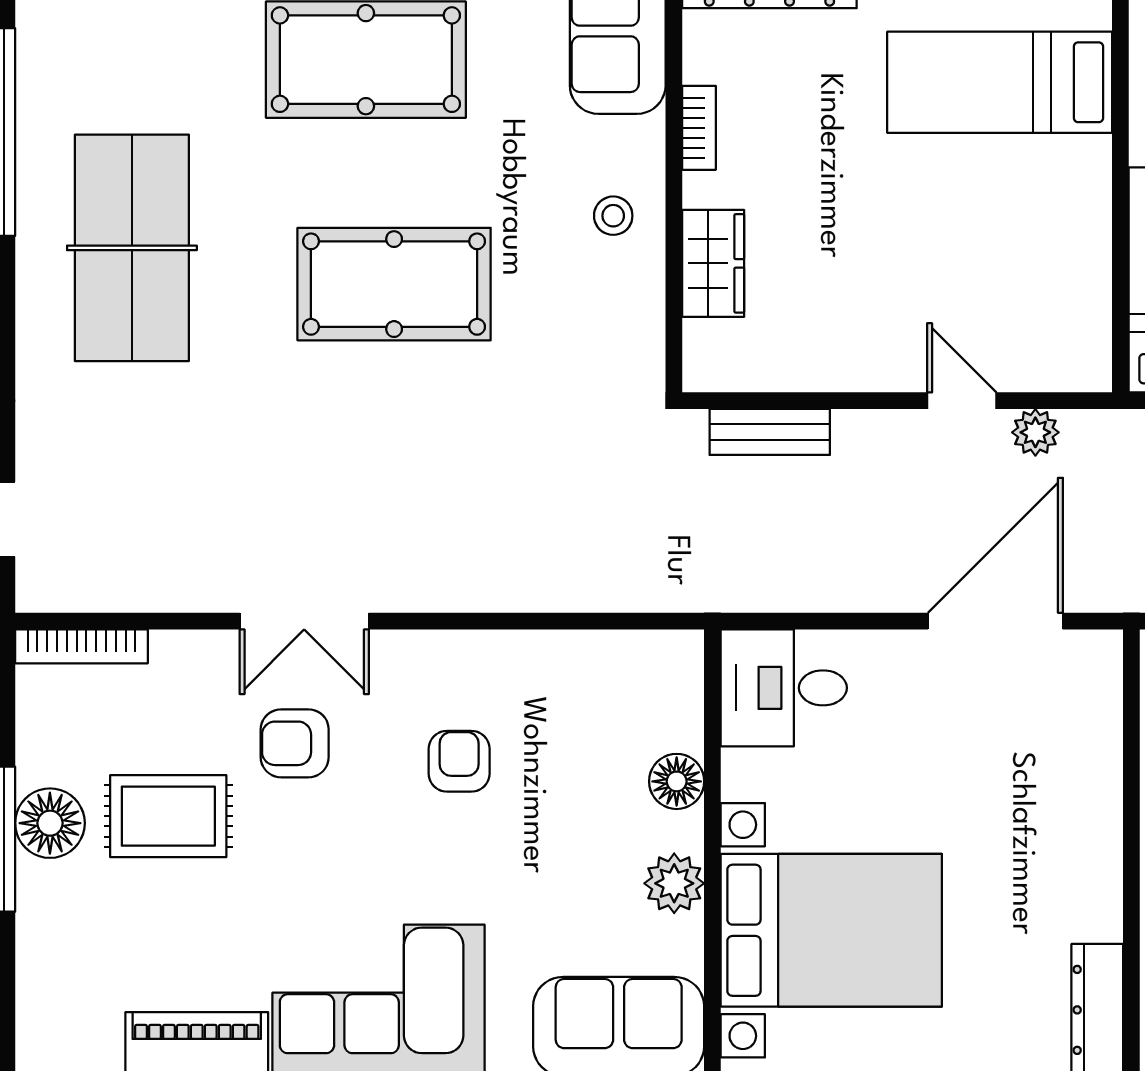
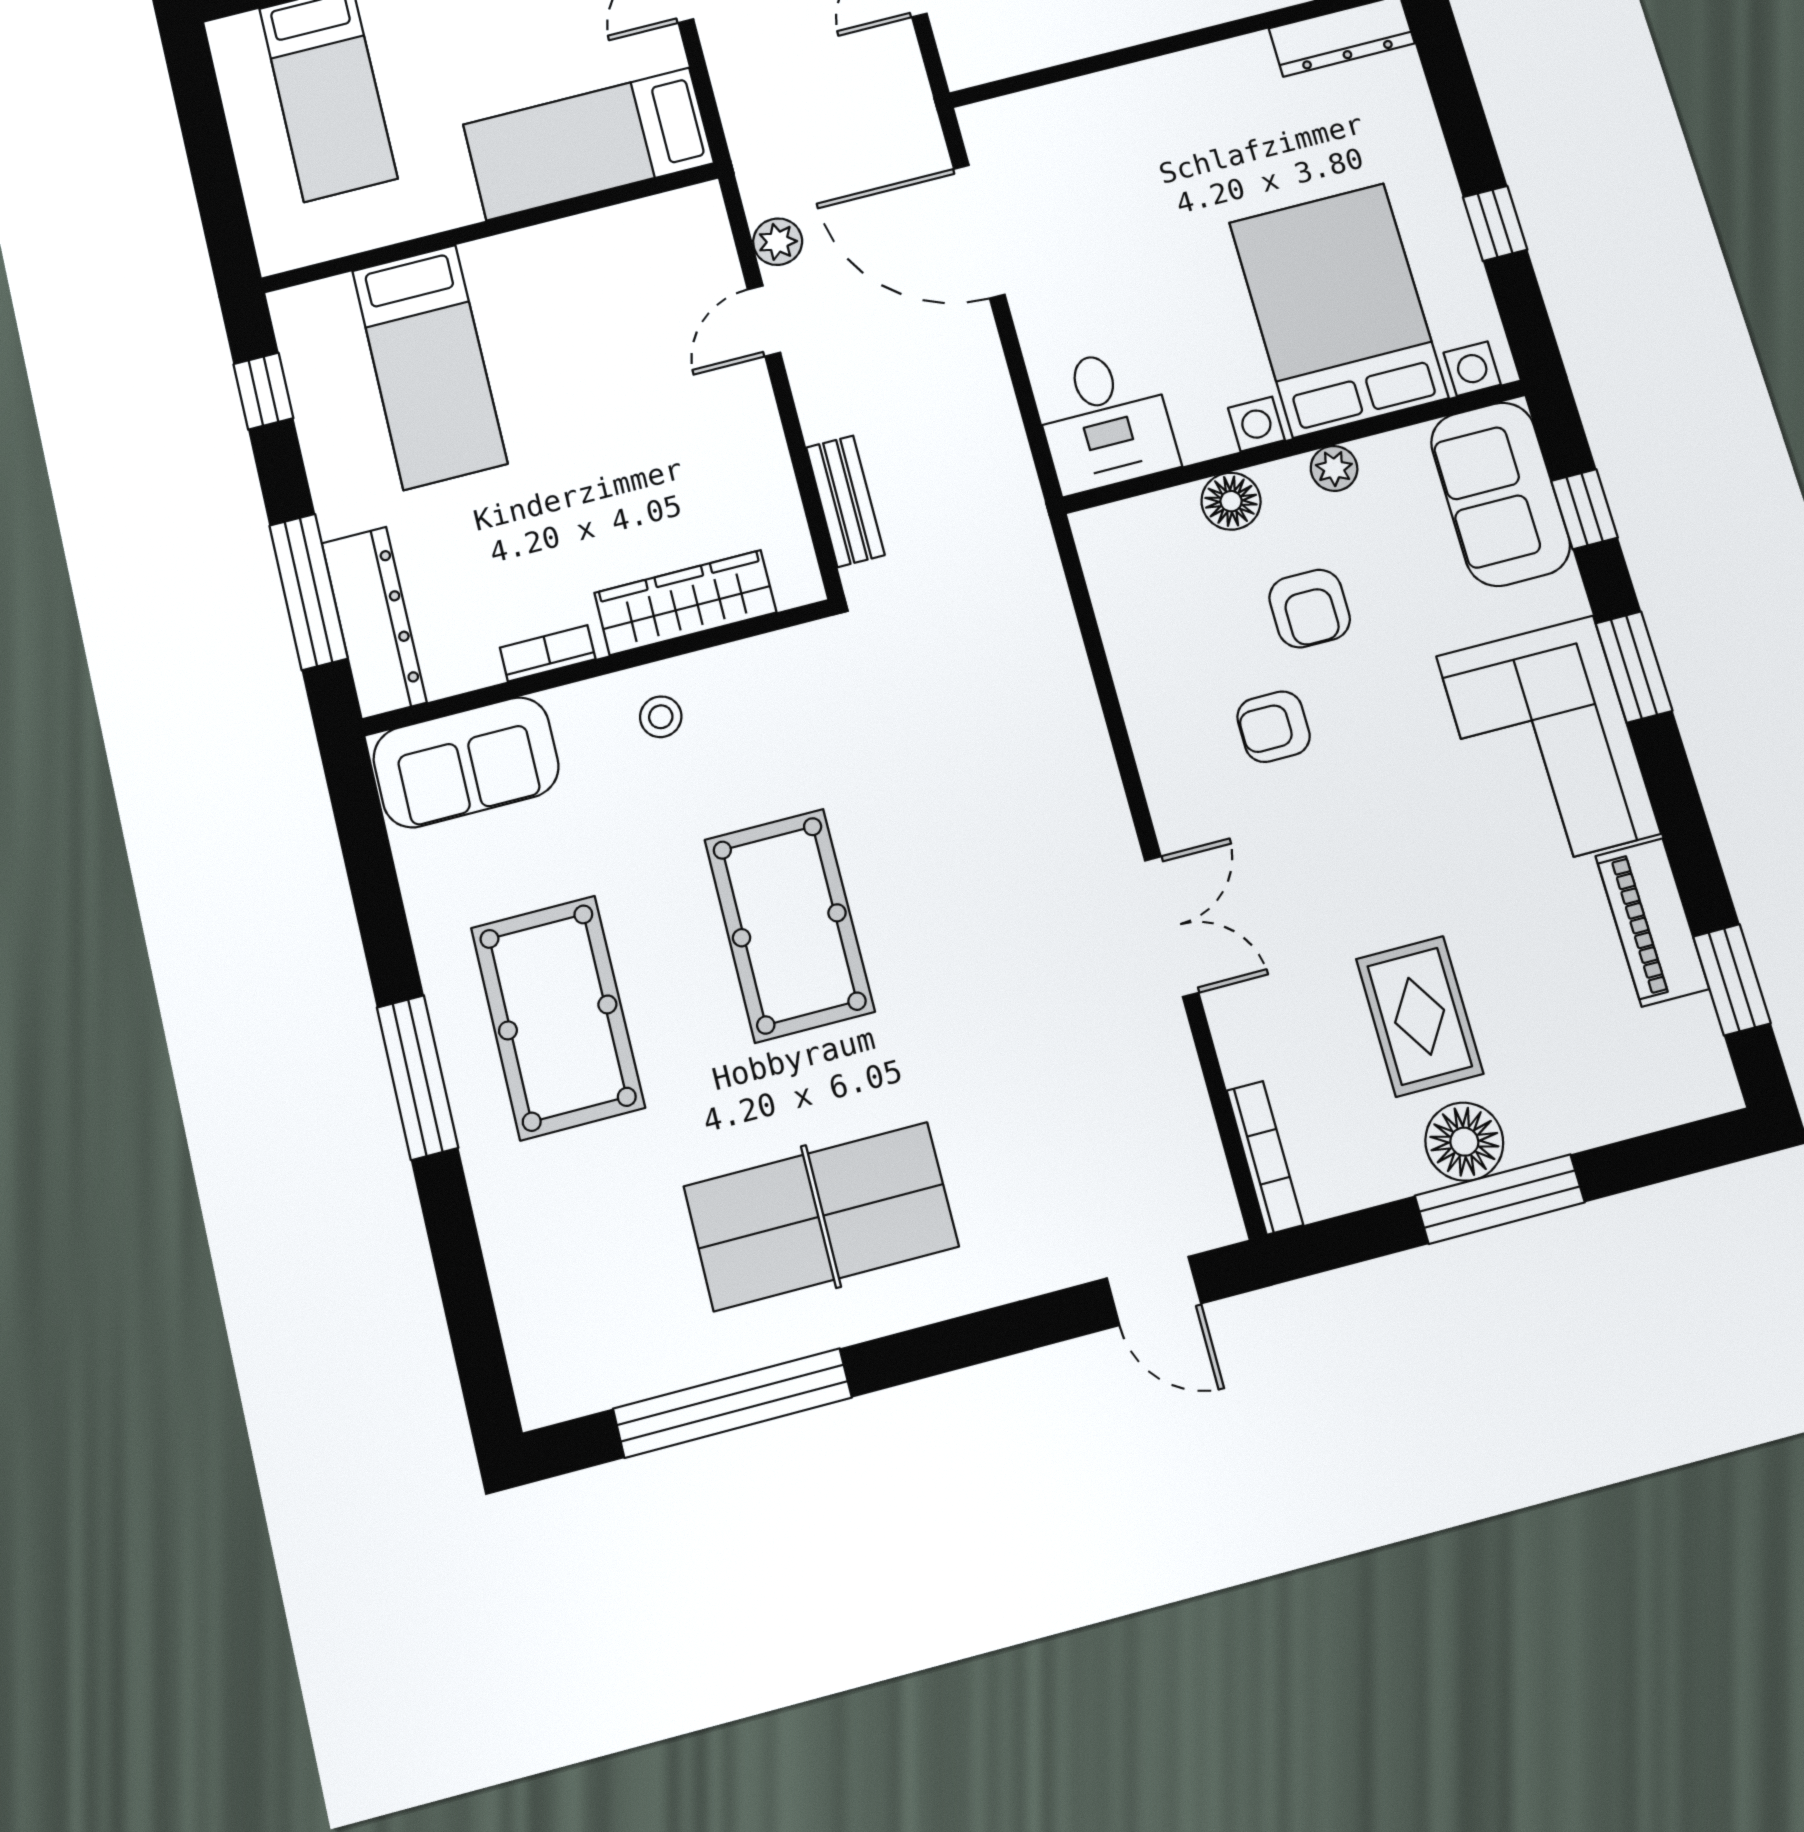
wardrobe: (713, 263) -> (685, 603), width x1.50
armchair: (295, 743) -> (1310, 609), moved
plant: (674, 883) -> (1334, 468), width x0.73, depth x0.73

